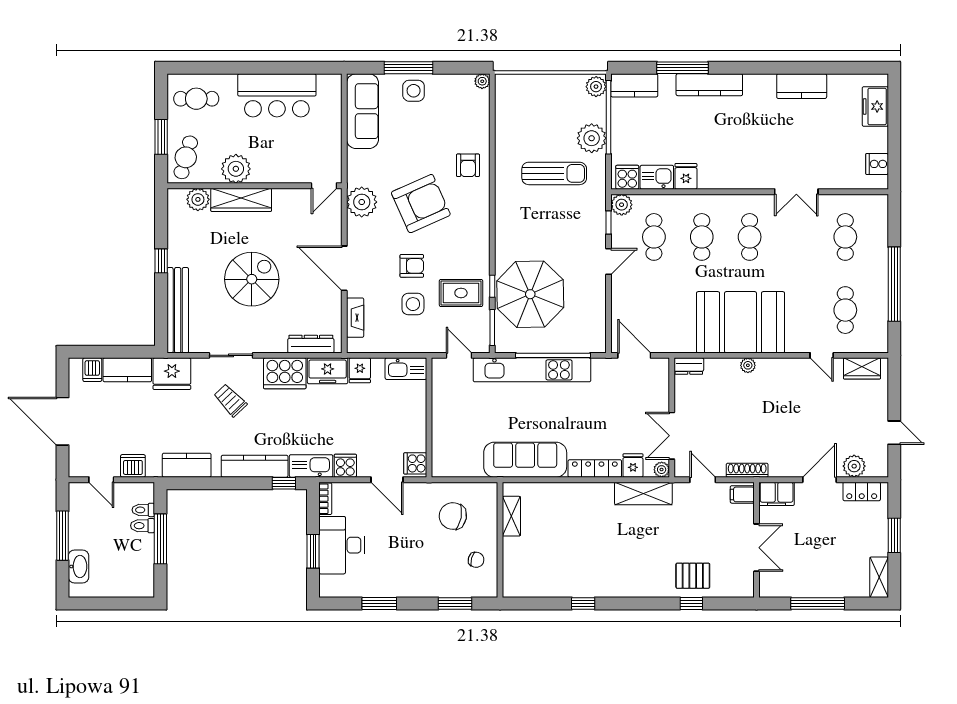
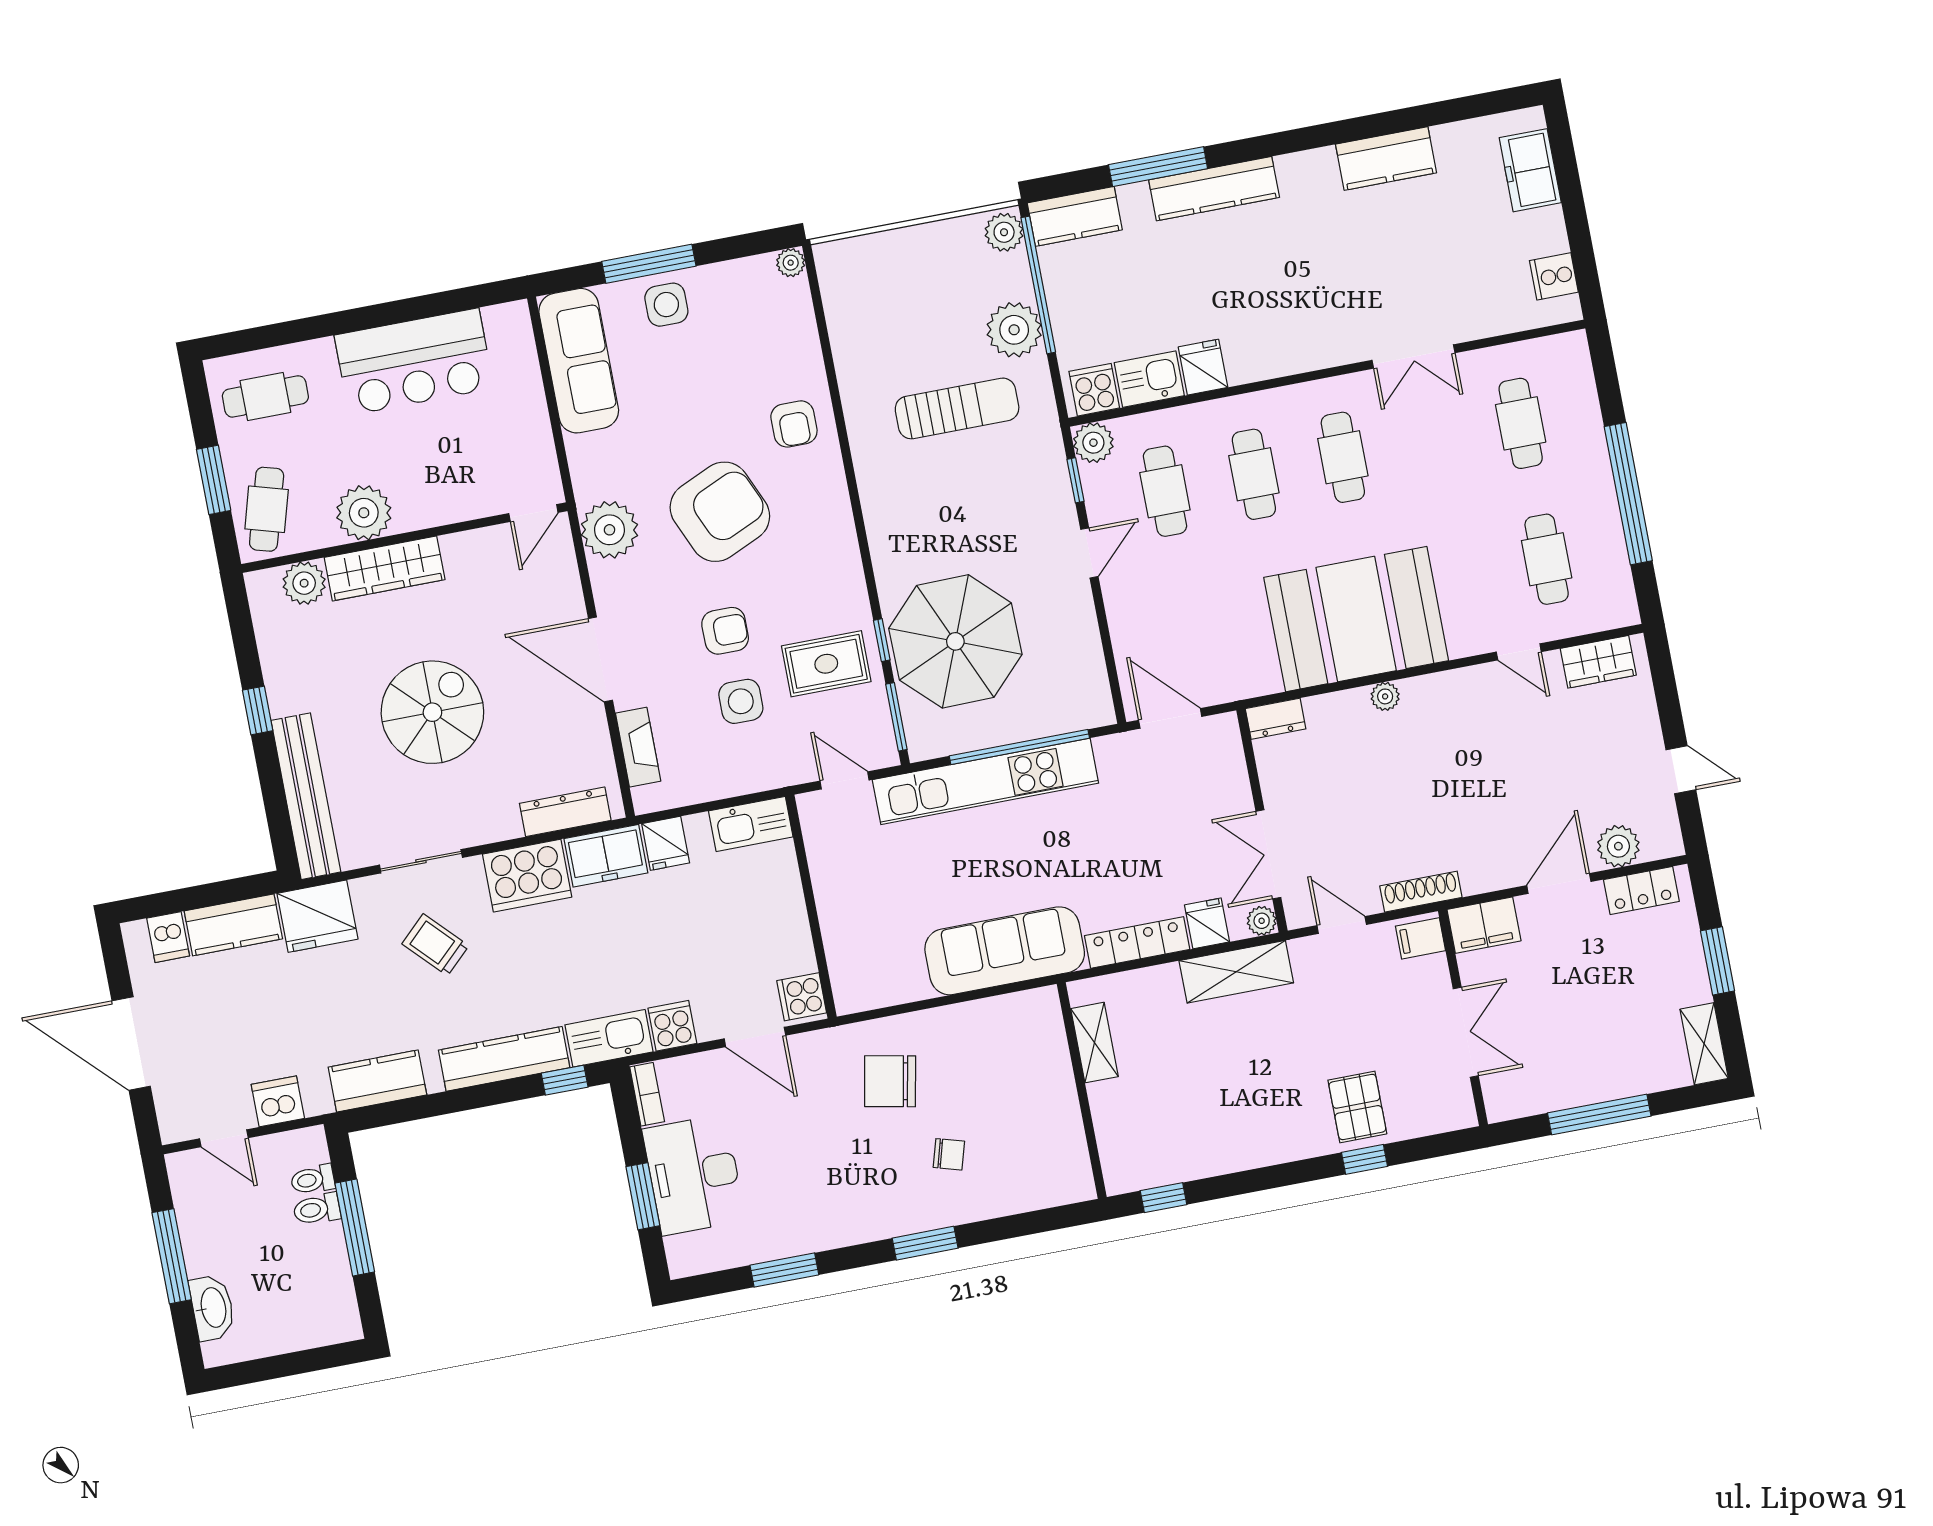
shelving: (511, 516) -> (1094, 1043), moved
wall: (500, 540) -> (1082, 1091), moved
pallet: (693, 576) -> (1357, 1107), turned 90

